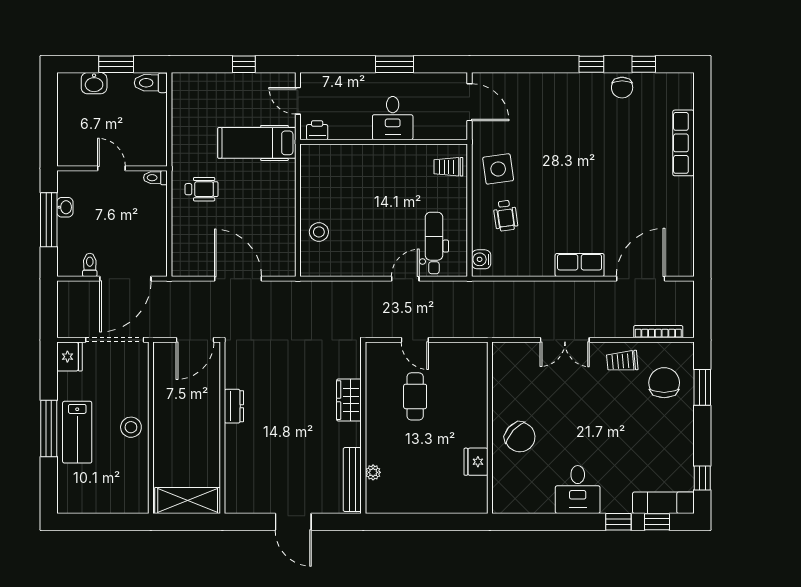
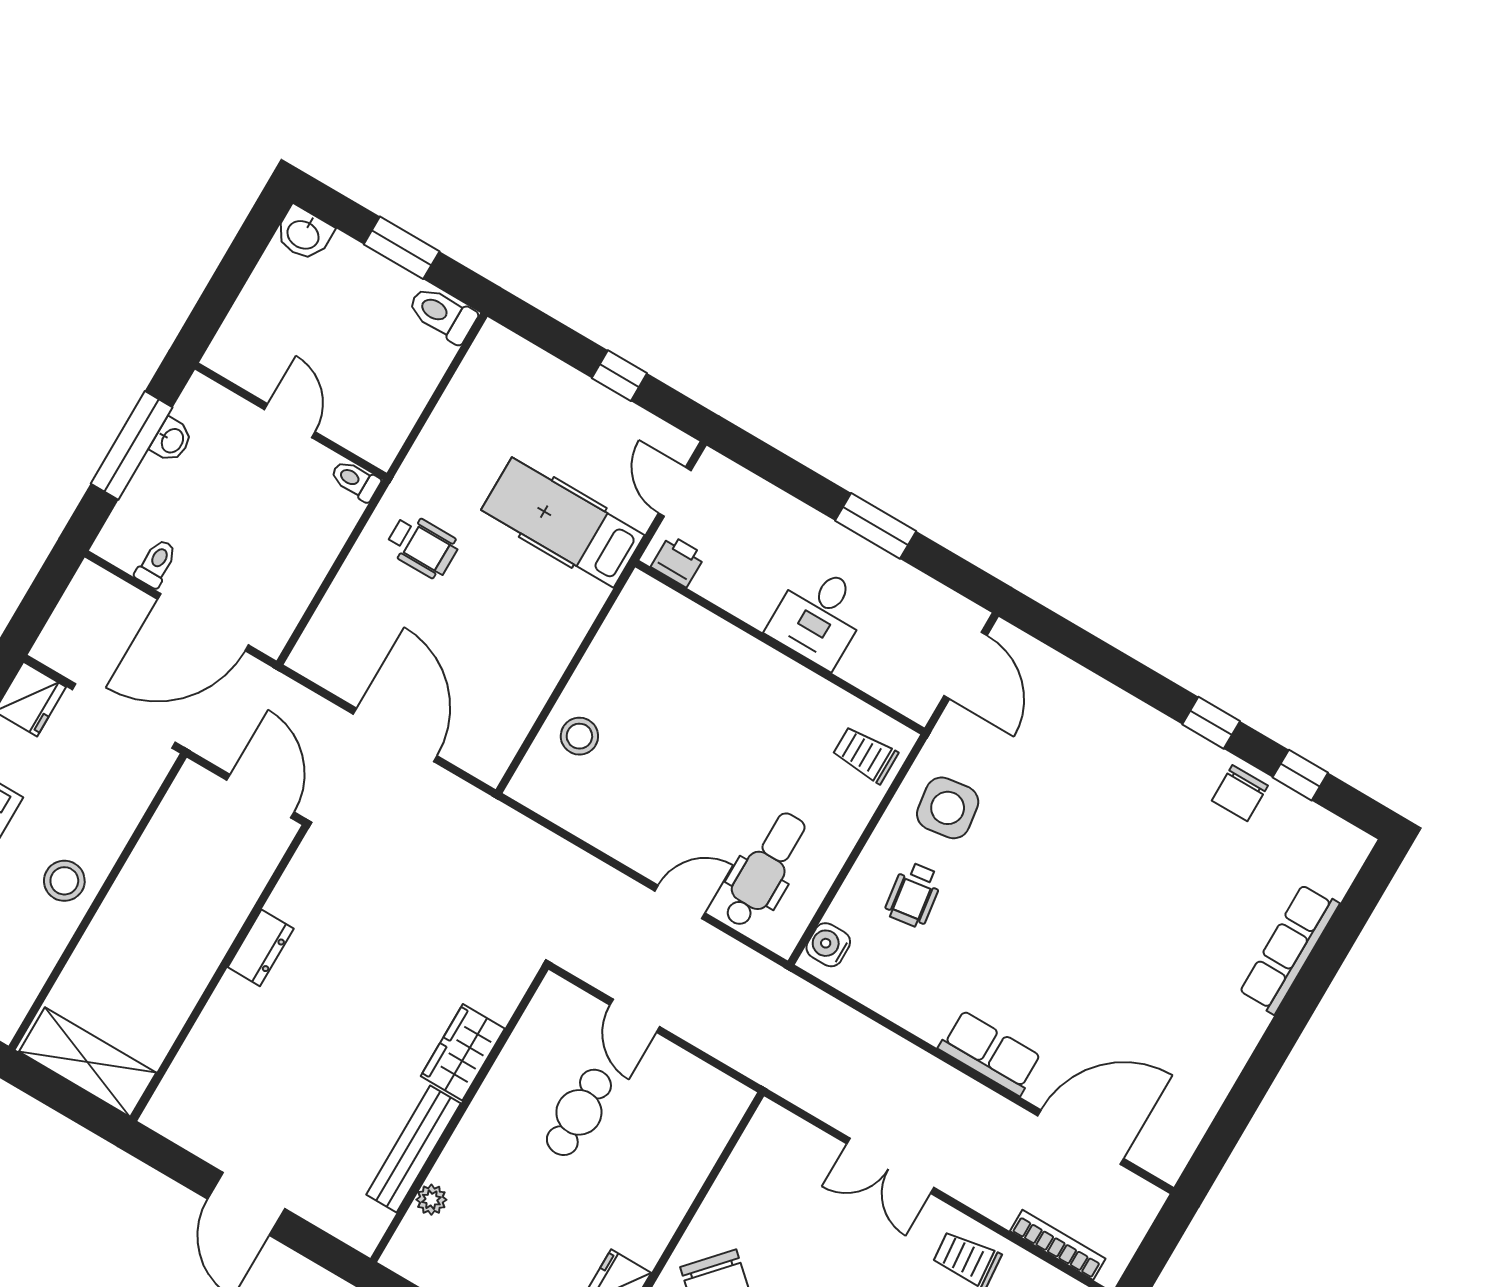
washbasin: (94, 83) -> (304, 234), moved
door: (195, 340) -> (260, 796), swing flipped
bench: (352, 480) -> (413, 1149), moved

